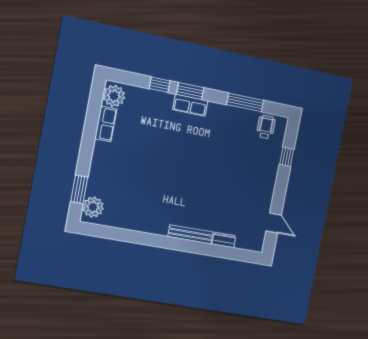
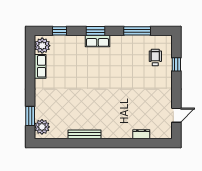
window: (160, 85) -> (59, 31), moved
wheelchair: (266, 127) -> (155, 58), moved
door: (274, 223) -> (176, 115), hinge flipped
bench: (190, 234) -> (85, 134), moved

